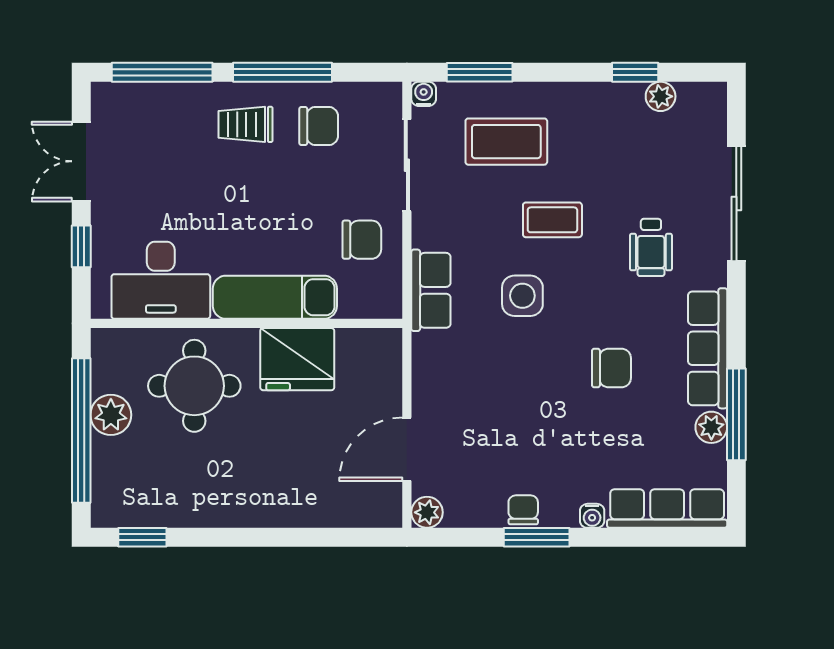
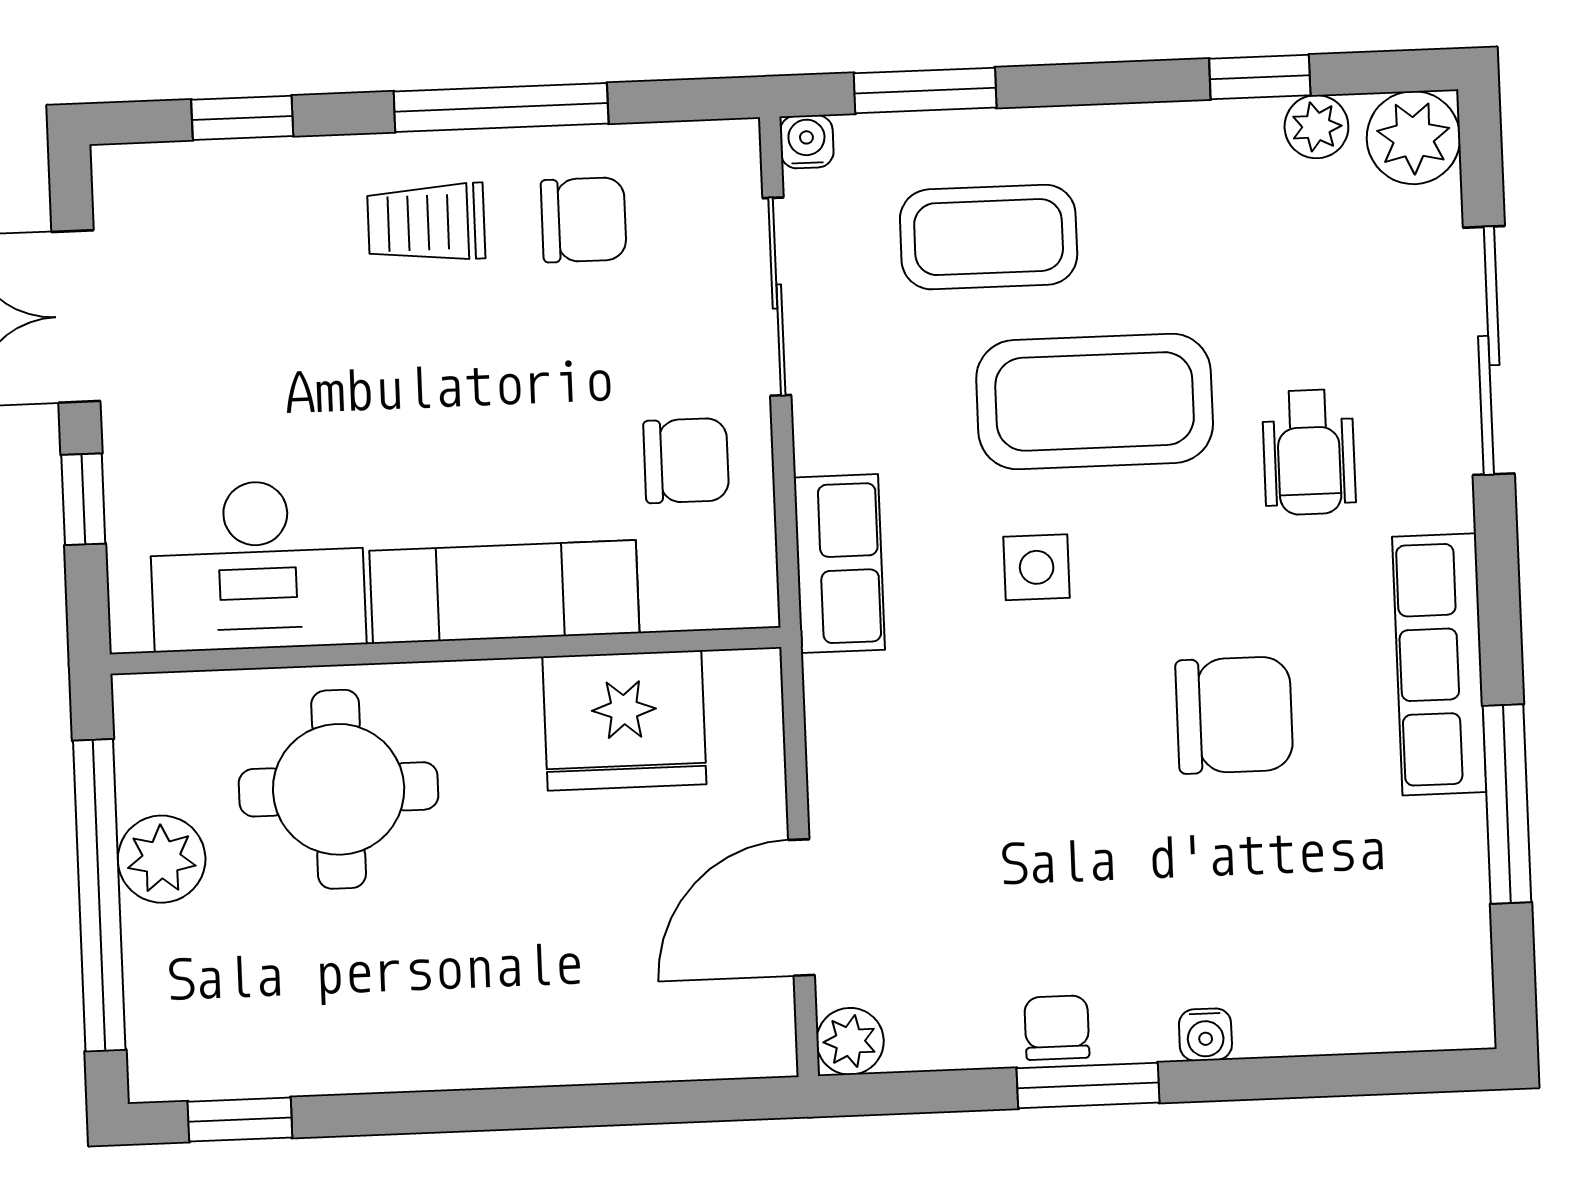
window: (162, 72) -> (242, 118), width x0.46
coffee table: (552, 220) -> (1095, 401), width x1.86, depth x1.72
side table: (522, 296) -> (1037, 567), width x0.73, depth x0.73
fridge: (297, 359) -> (624, 720), moved
chair: (611, 368) -> (1234, 715), width x1.37, depth x1.37
plant: (711, 427) -> (1413, 138), moved, width x1.38, depth x1.38
row of seats: (667, 508) -> (1366, 1012), removed

